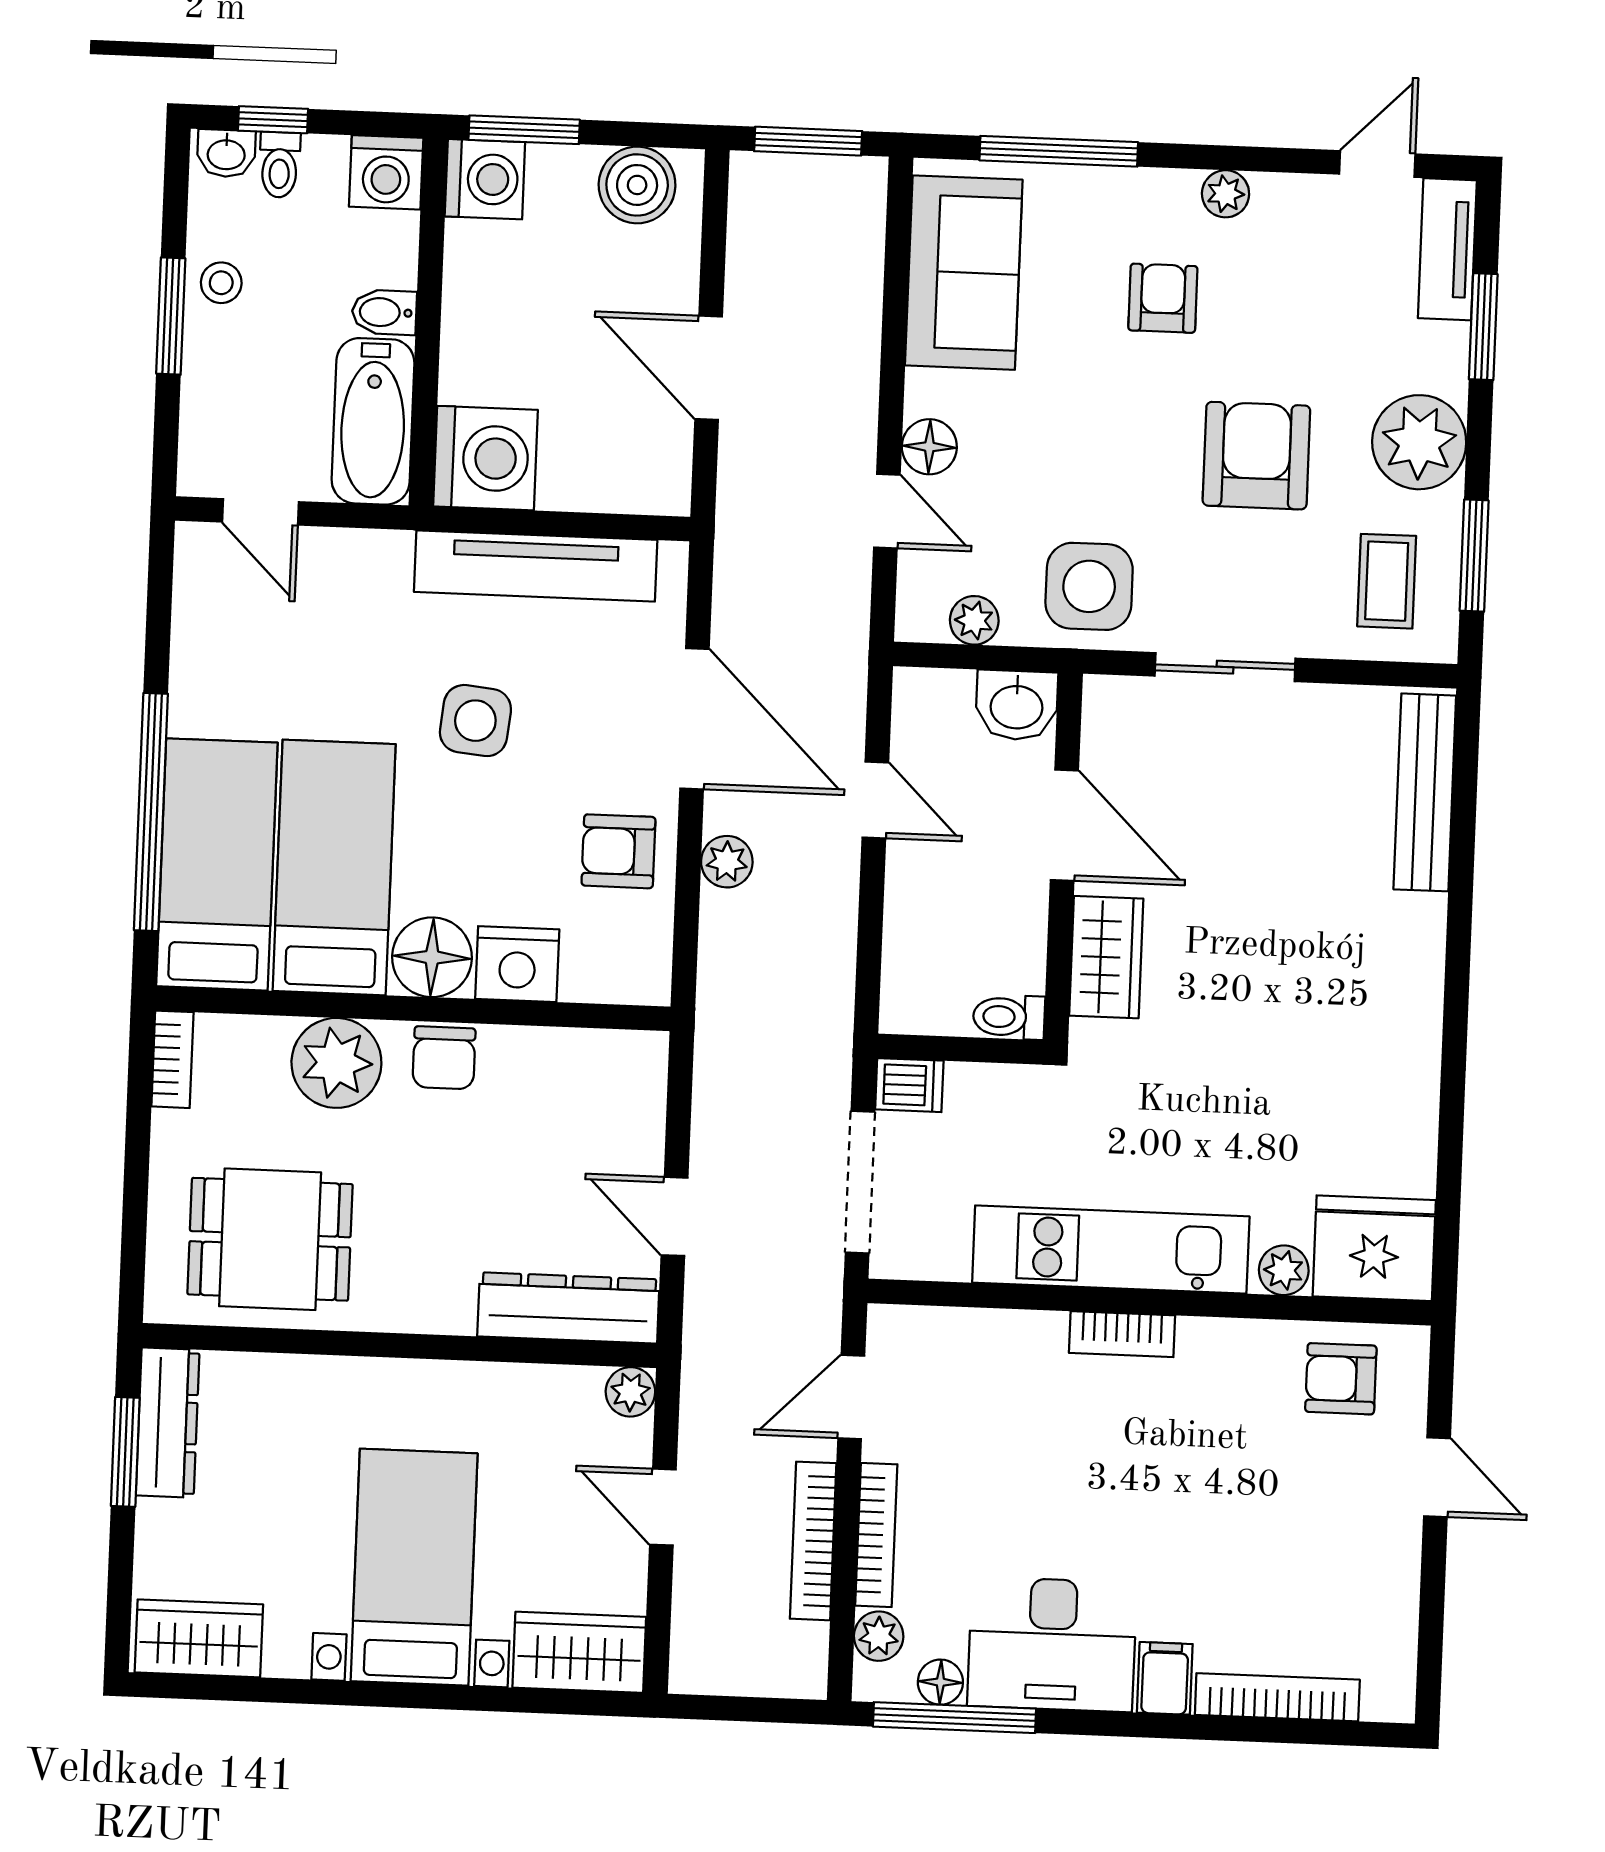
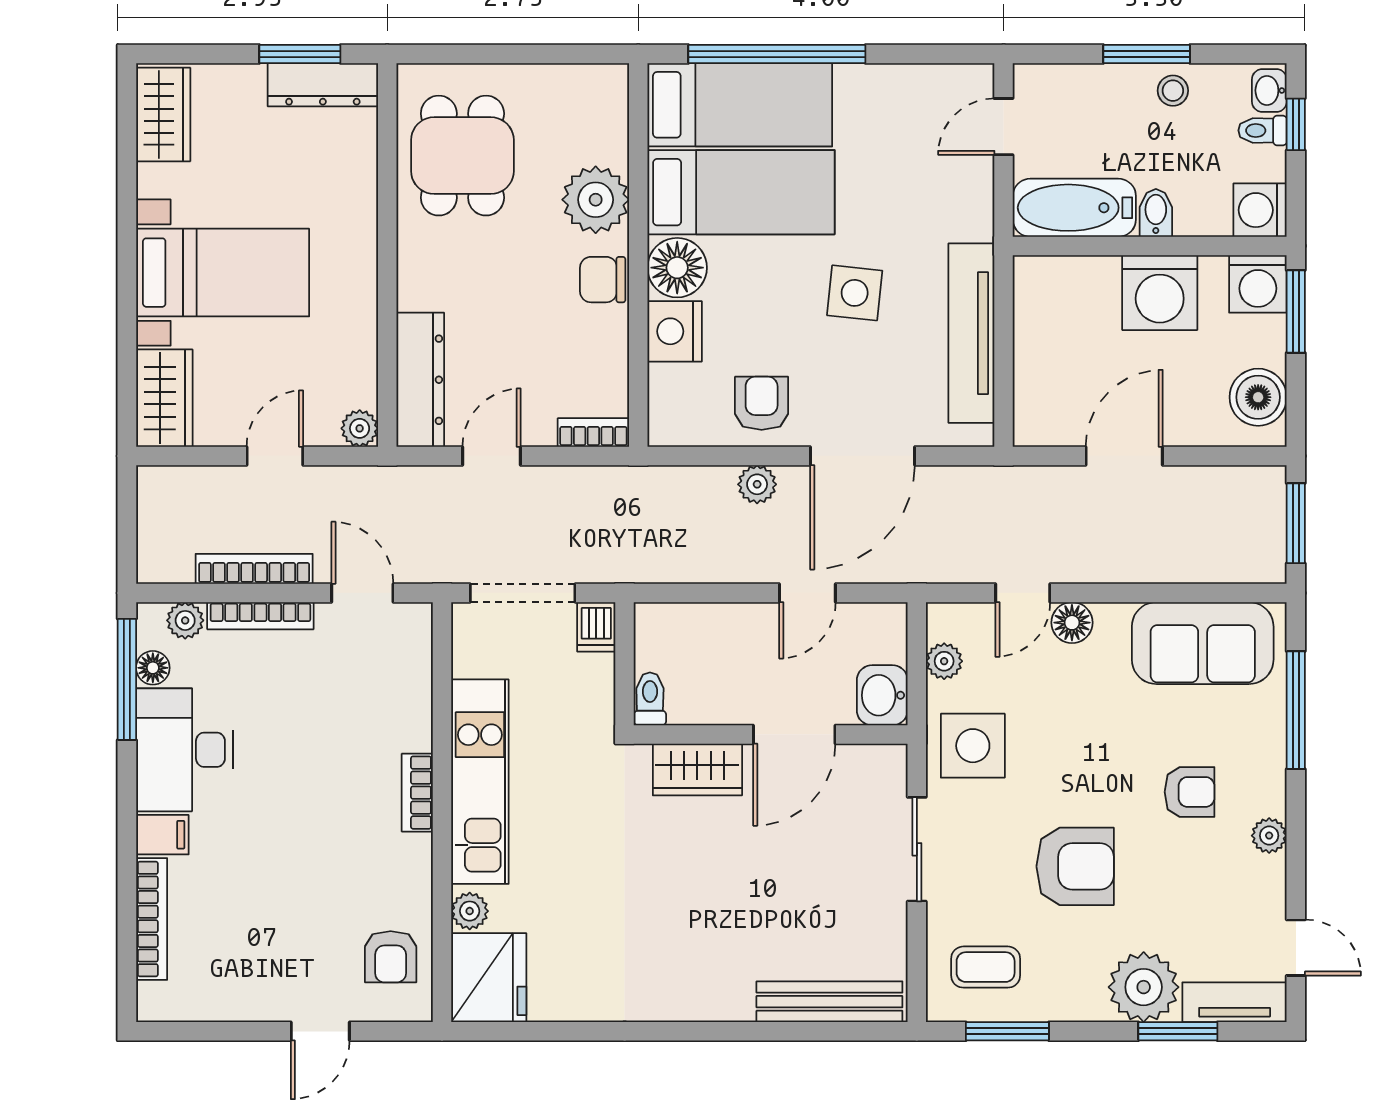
plant: (1419, 442) -> (1144, 987), moved
washing machine: (485, 458) -> (1160, 293), moved
bookcase: (172, 1059) -> (593, 433), moved, turned 180
armchair: (1341, 1379) -> (391, 957), turned 180

